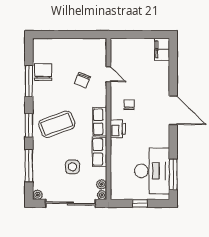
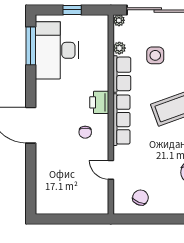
filing cabinet: (162, 49) -> (44, 201), removed
chair: (82, 80) -> (140, 198), moved
row of seats: (100, 122) -> (121, 120), width x1.48
plant: (102, 184) -> (119, 48), moved

